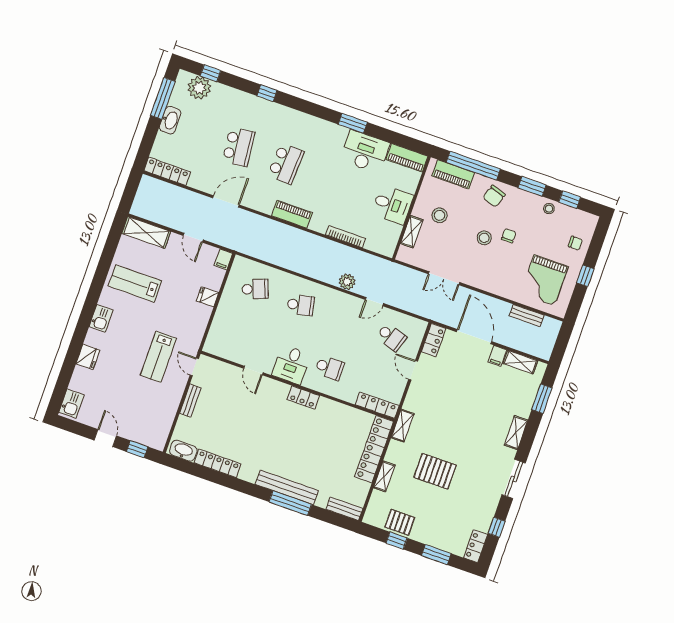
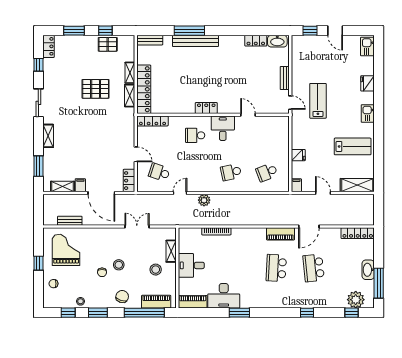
piano: (292, 214) -> (280, 234), moved
shelving: (403, 426) -> (130, 96), moved
locker: (218, 463) -> (256, 41), width x0.66

